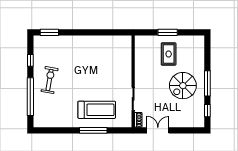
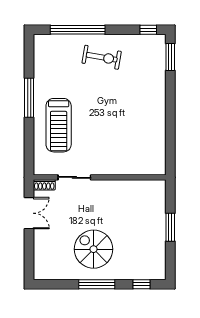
rug: (169, 54) -> (139, 229), removed
window: (30, 60) -> (148, 30), moved
window: (207, 111) -> (142, 284), moved
window: (93, 130) -> (29, 98), moved

